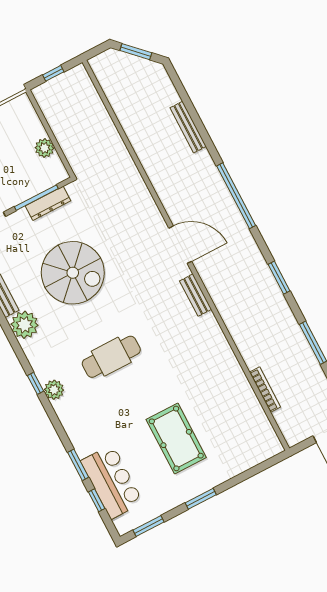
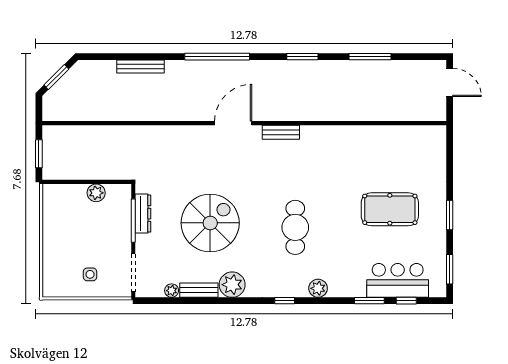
window: (53, 73) -> (39, 154), width x1.50
plant: (54, 390) -> (318, 288), moved
bookcase: (265, 390) -> (388, 116), removed

